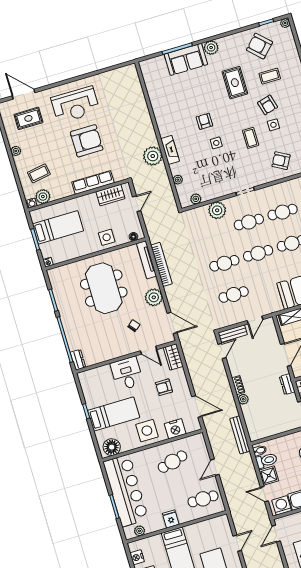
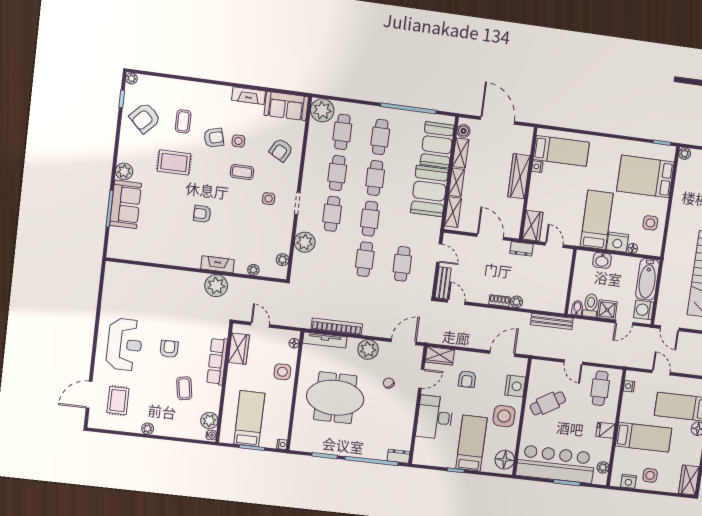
armchair: (87, 141) -> (169, 349), width x0.53, depth x0.53
side table: (216, 143) -> (269, 199), moved
coffee table: (39, 173) -> (184, 388), moved
desk: (127, 374) -> (435, 417), width x1.37
cafe table: (173, 462) -> (548, 403), turned 74
nightstand: (215, 522) -> (629, 386), added

